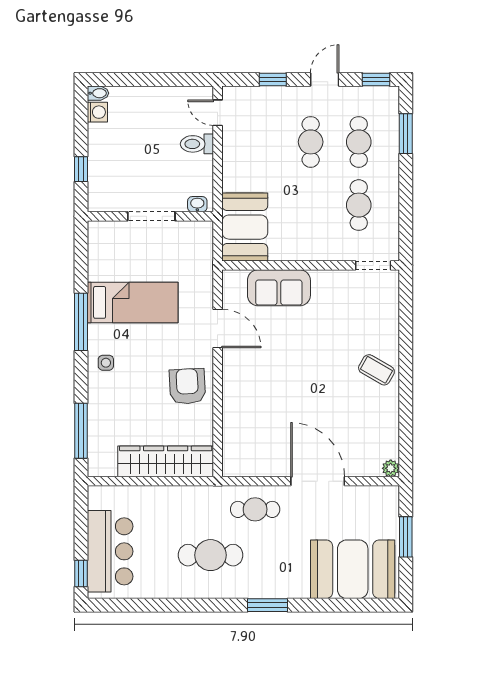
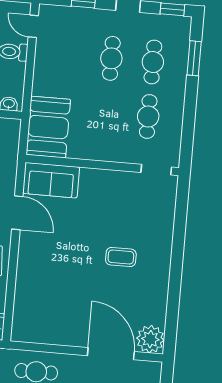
sofa: (279, 288) -> (51, 180), moved
coffee table: (376, 370) -> (121, 257), moved, turned -30
plant: (391, 468) -> (150, 339), width x1.87, depth x1.87
door: (318, 481) -> (111, 354), moved

